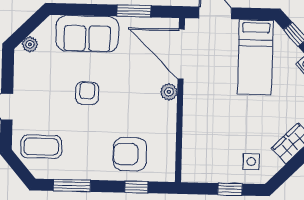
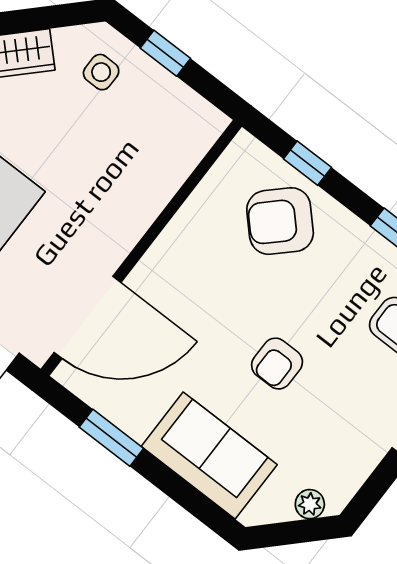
door: (181, 54) -> (87, 317), hinge flipped
plant: (169, 92) -> (149, 273), removed
armchair: (130, 154) -> (280, 221), turned 136

